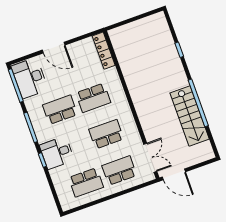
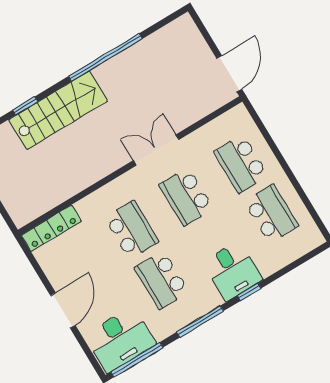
stairs: (190, 116) -> (58, 110), moved
double door: (150, 158) -> (156, 150), moved

